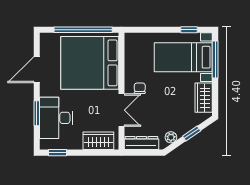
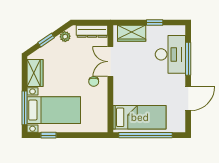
bed: (90, 63) -> (140, 117), width x0.49
window: (37, 113) -> (188, 59), width x1.44
window: (58, 153) -> (155, 23), moved

